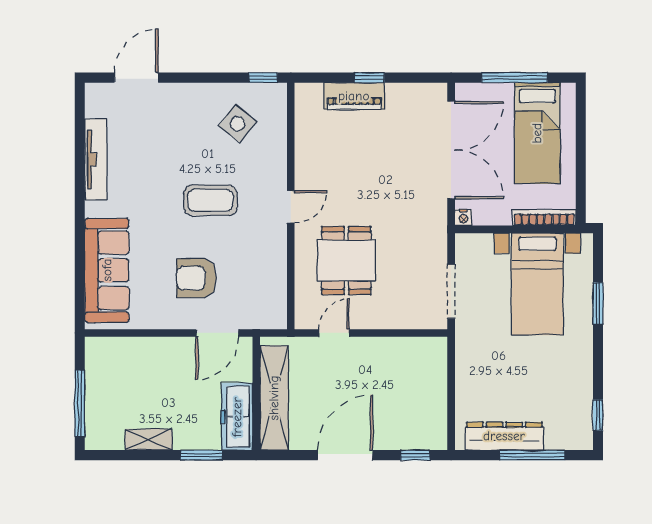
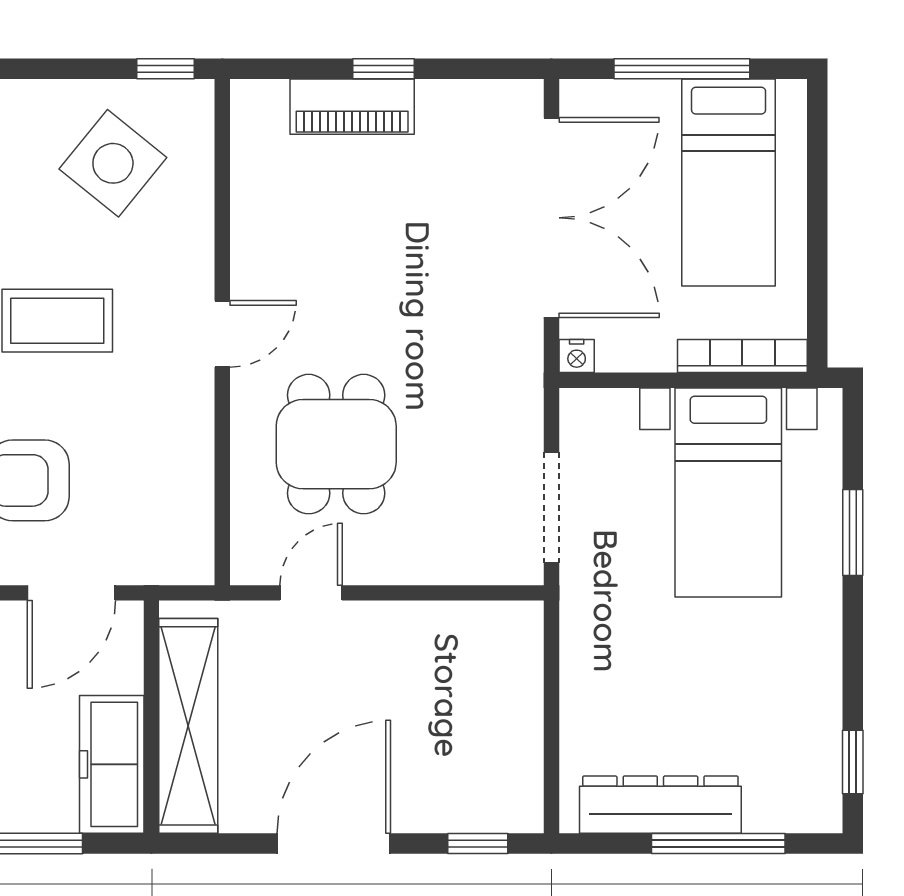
side table: (237, 124) -> (113, 163), width x1.37, depth x1.37

